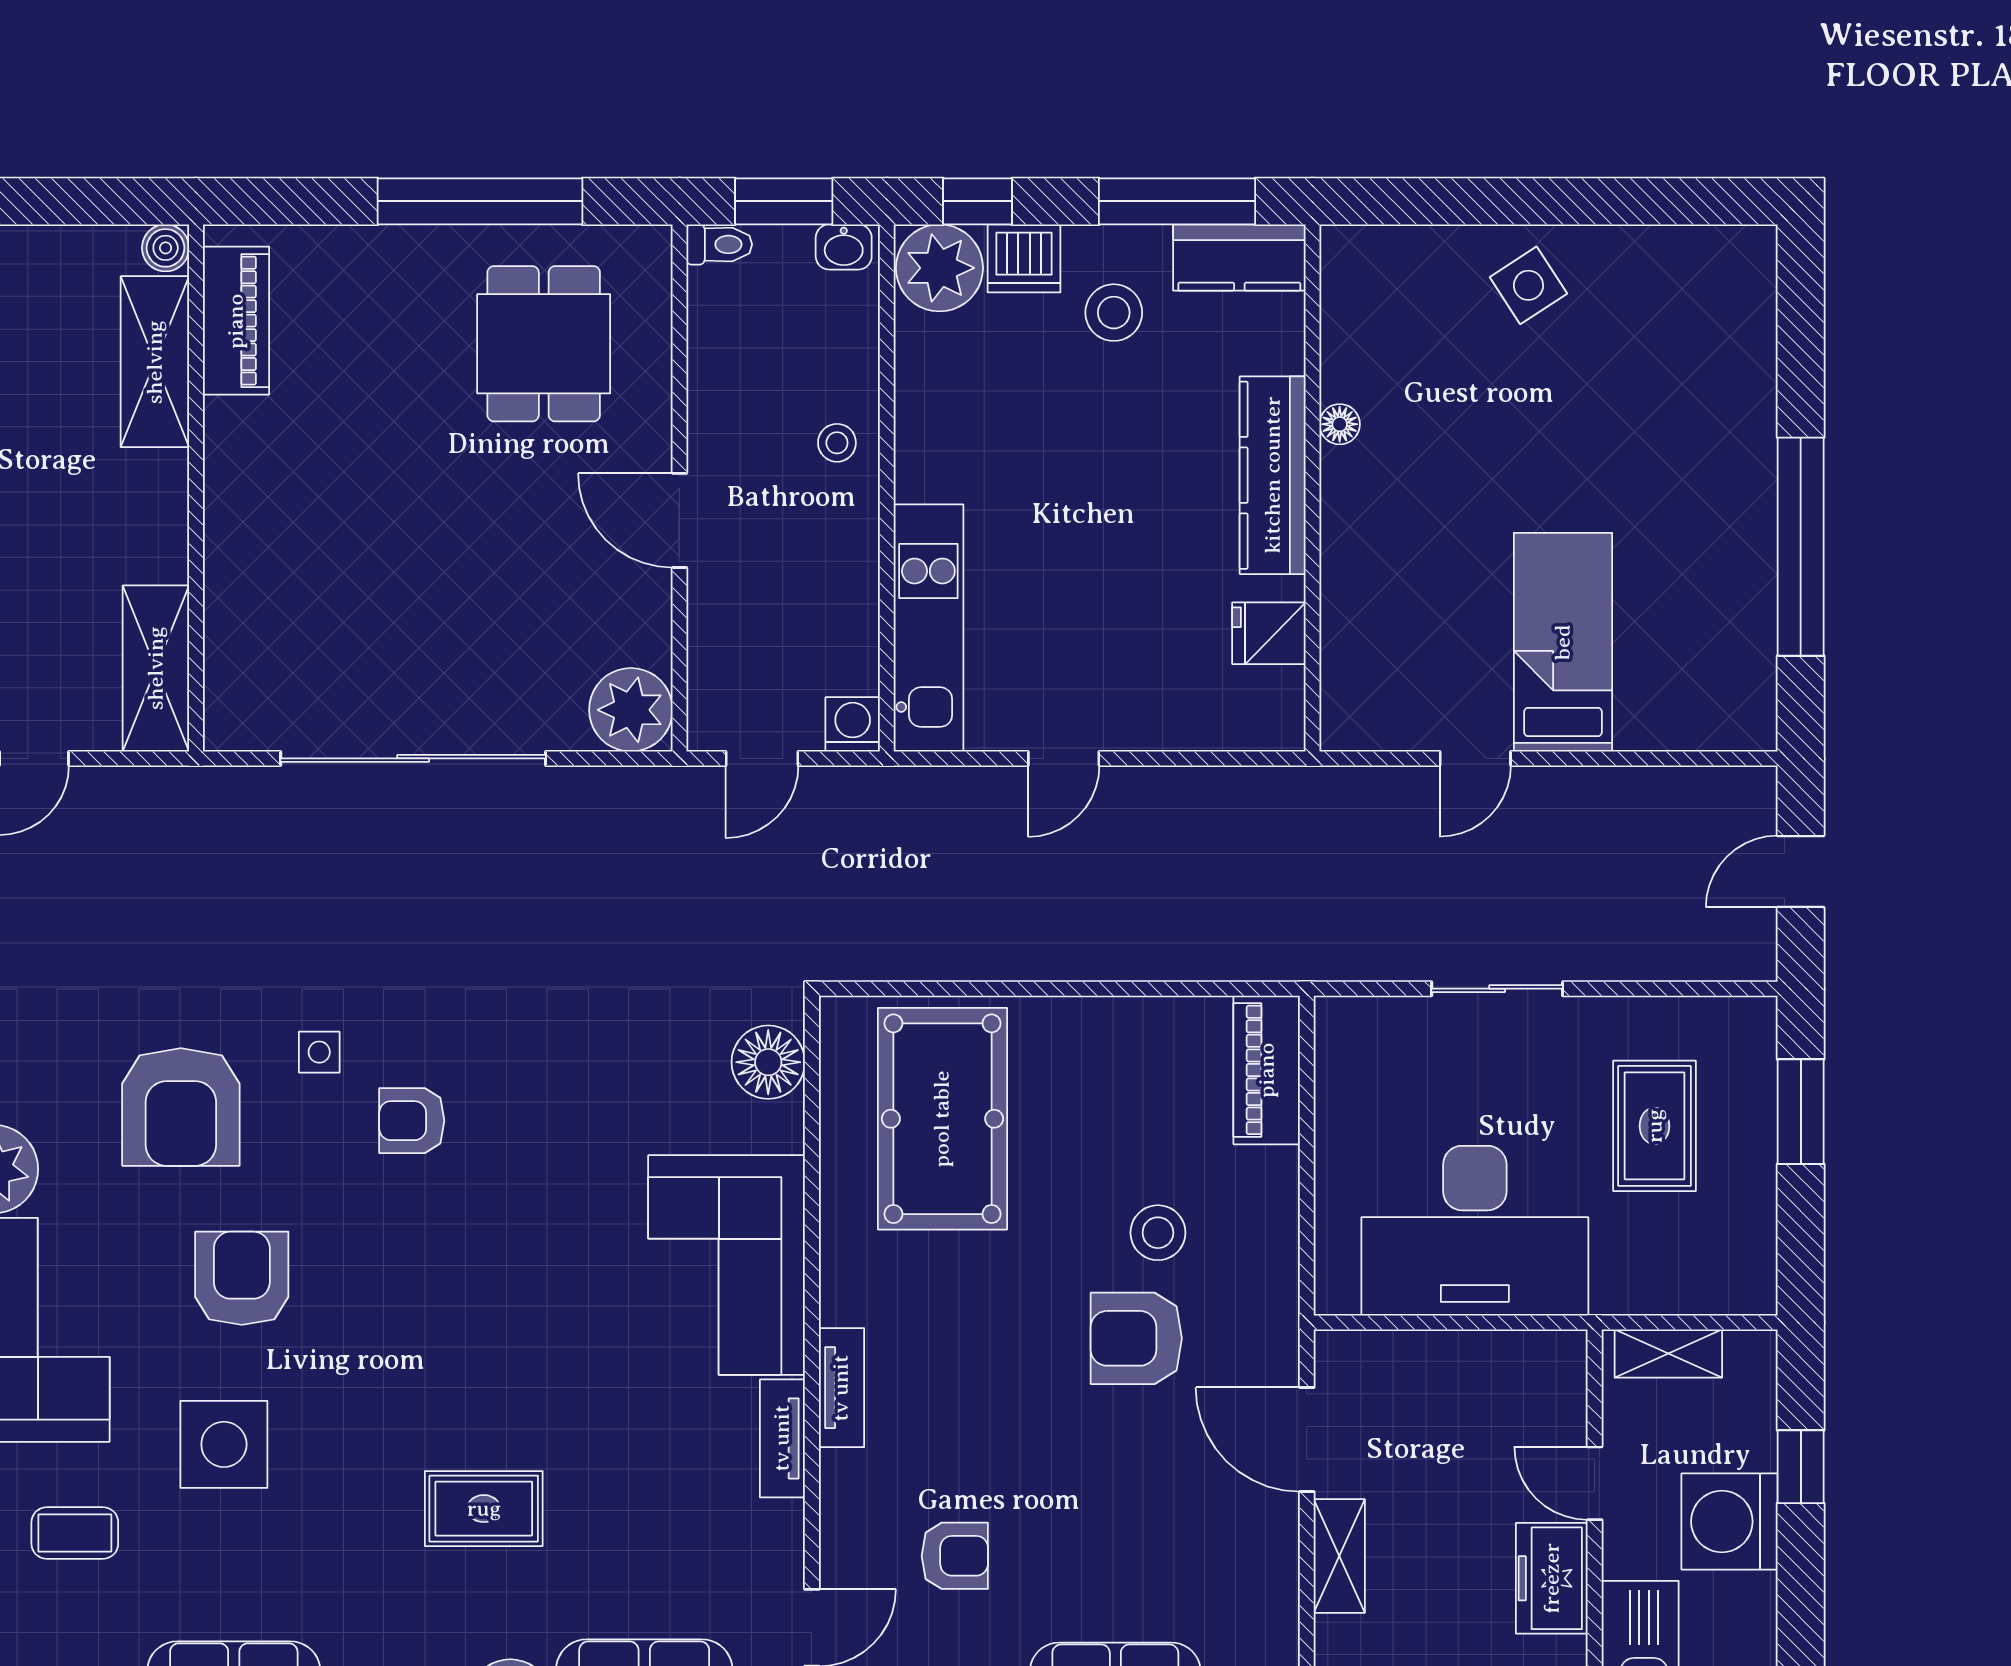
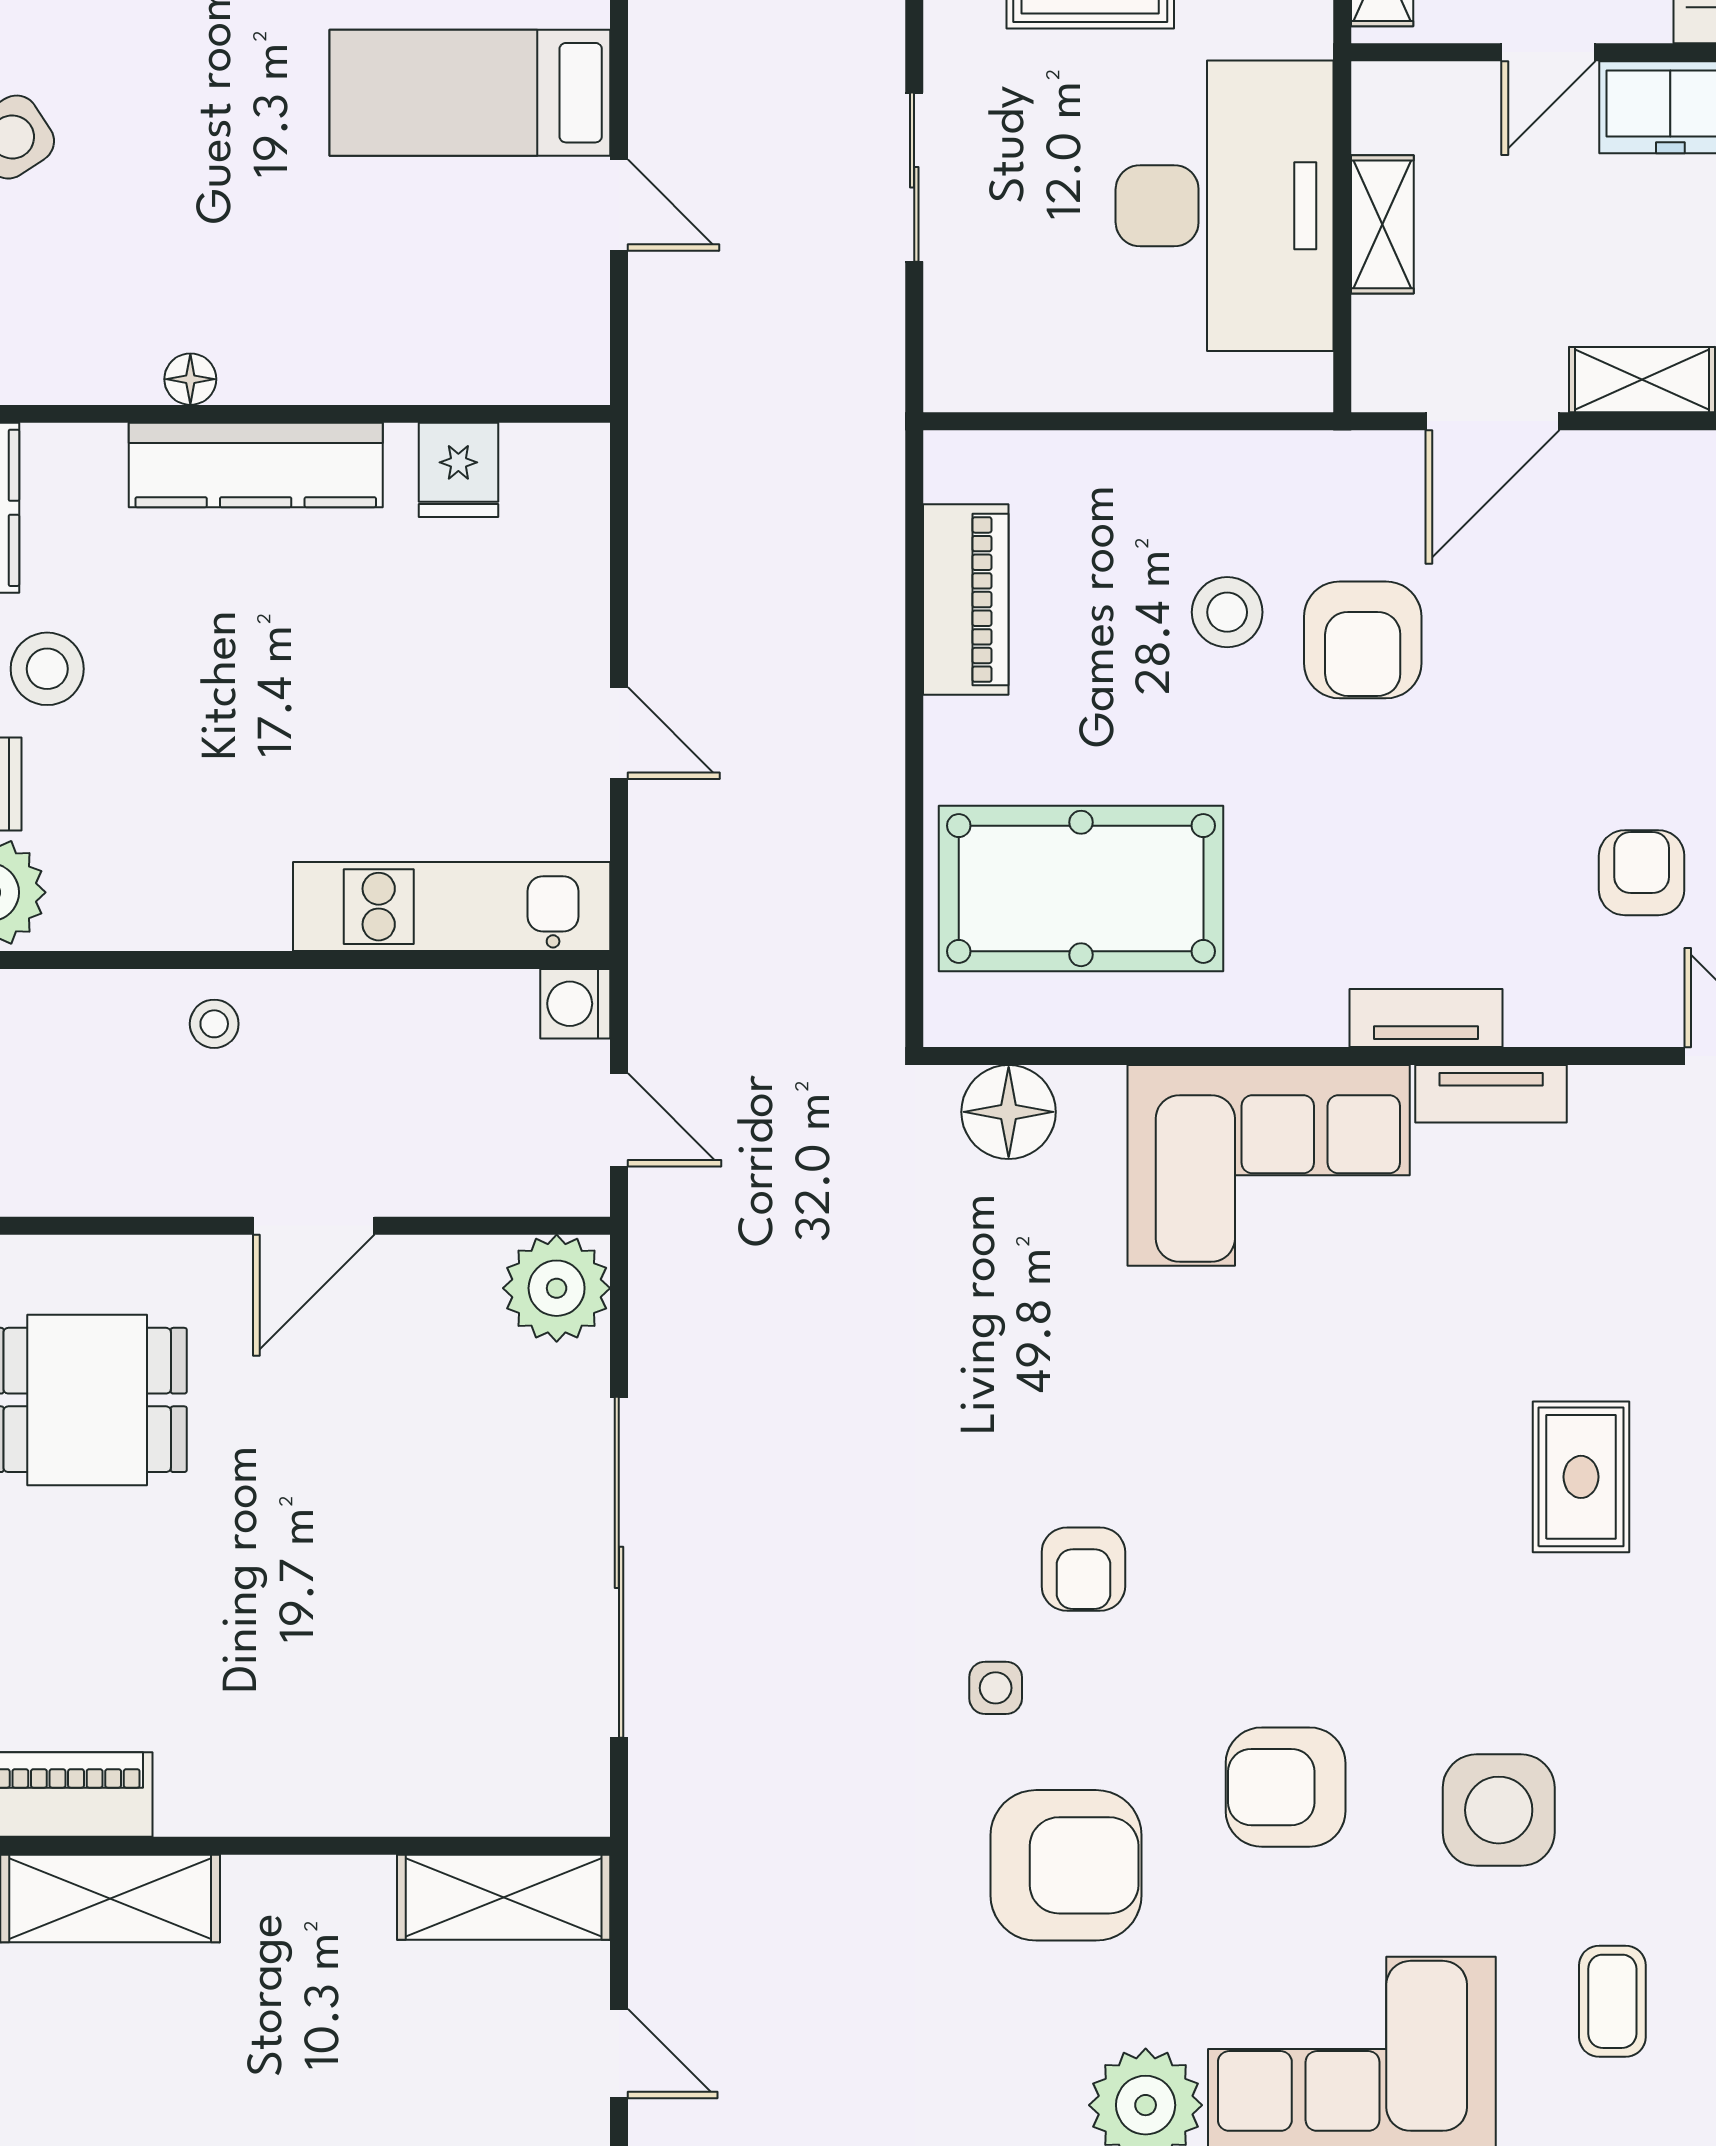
piano: (1267, 1070) -> (966, 600), moved, turned -90
shelving: (1460, 1354) -> (1382, 224), added

